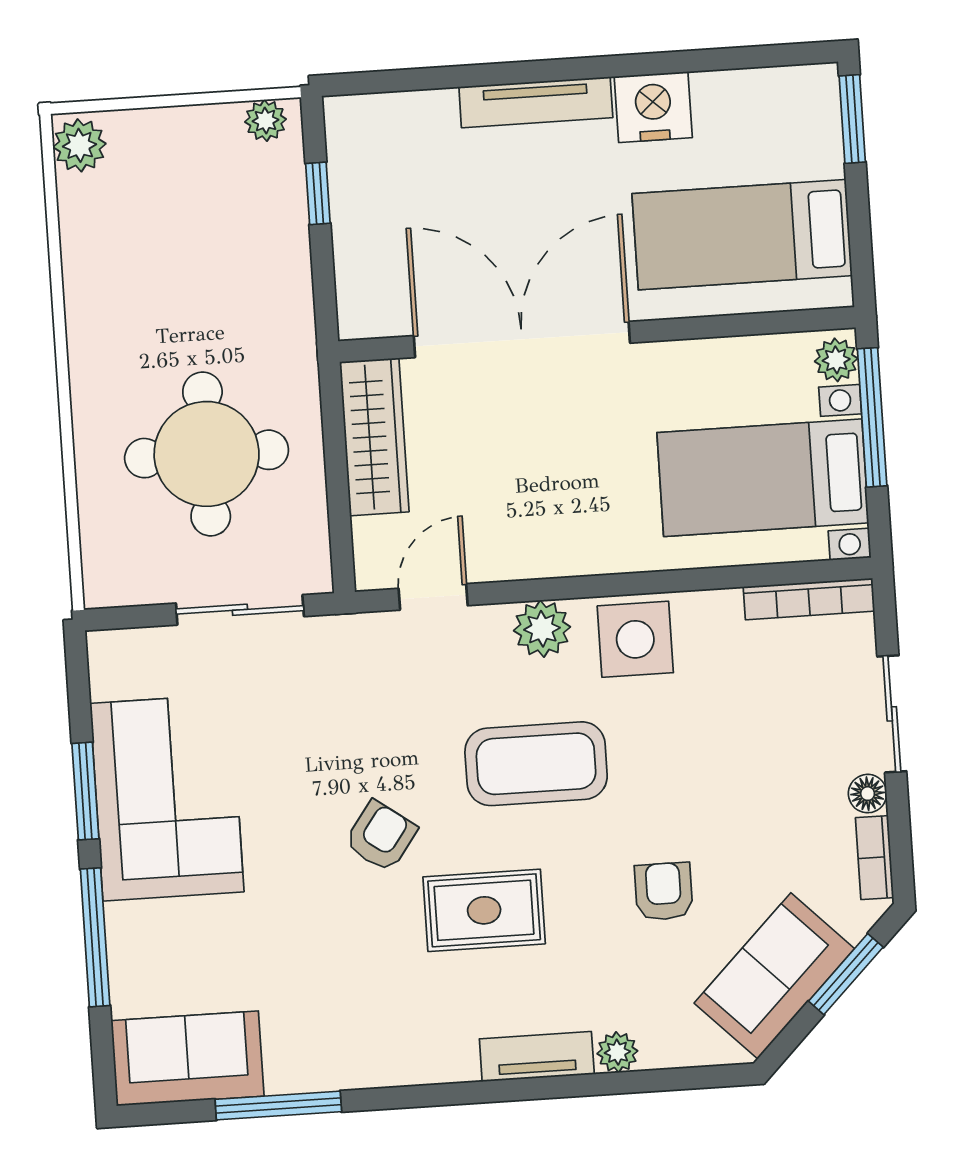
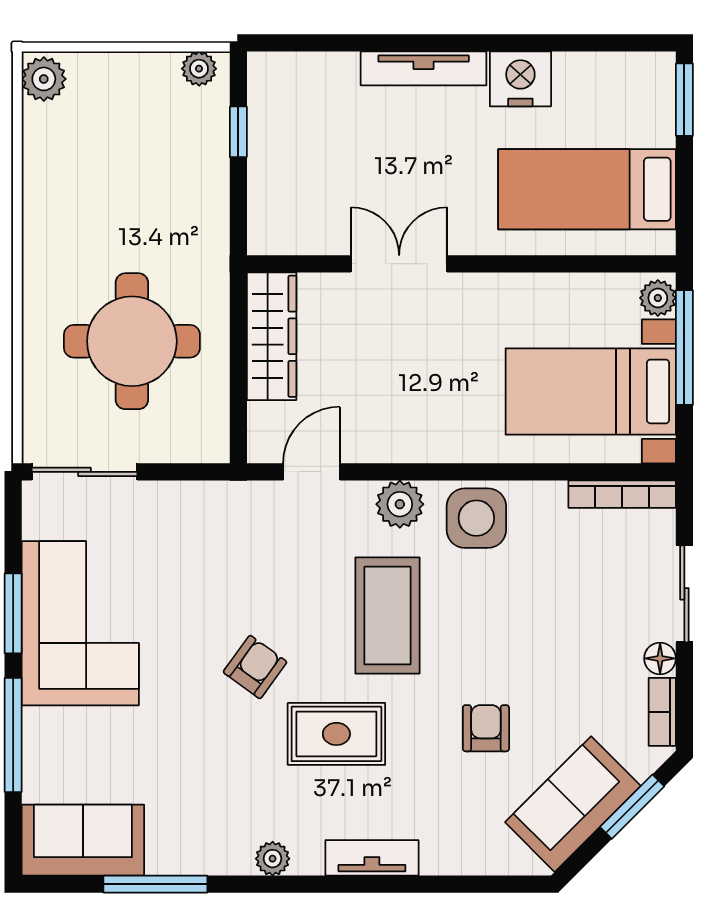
double door: (522, 339) -> (399, 264), width x0.54
sliding door: (240, 610) -> (85, 472), moved
coffee table: (536, 764) -> (387, 616), turned 90
plant: (617, 1052) -> (273, 859), moved

